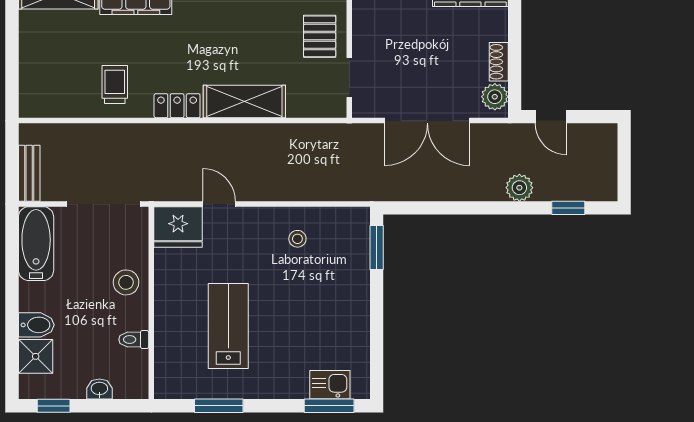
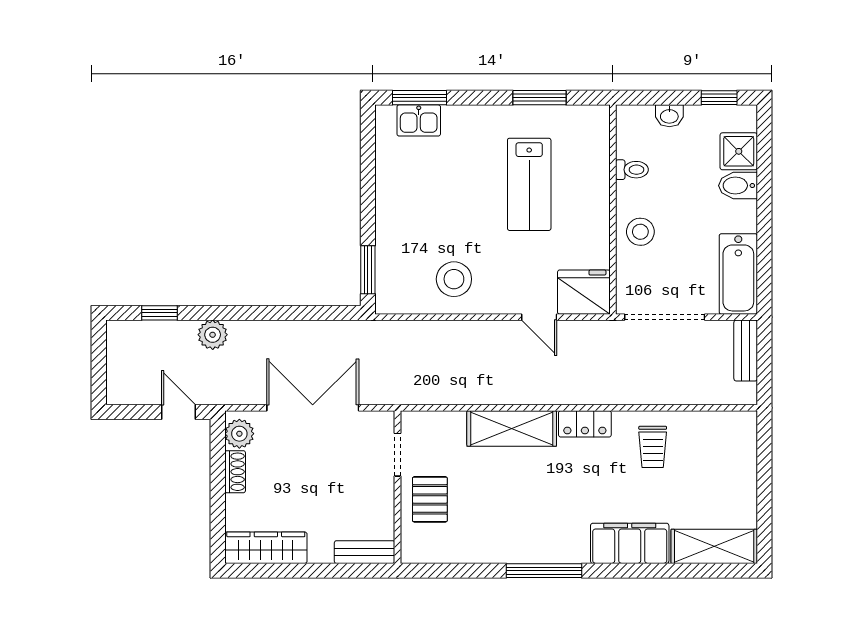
stool: (297, 239) -> (454, 279), width x1.89, depth x1.89

